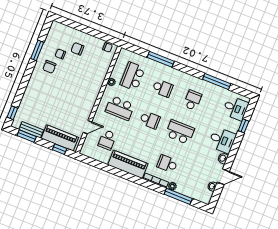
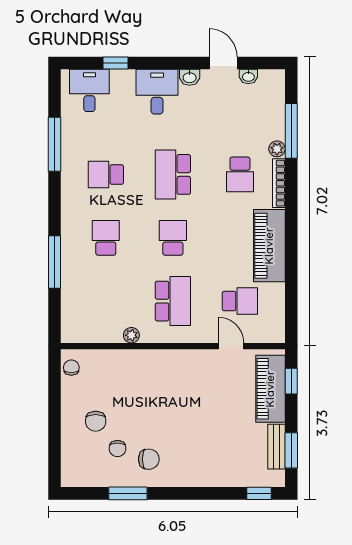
school desk: (133, 76) -> (106, 301), removed

